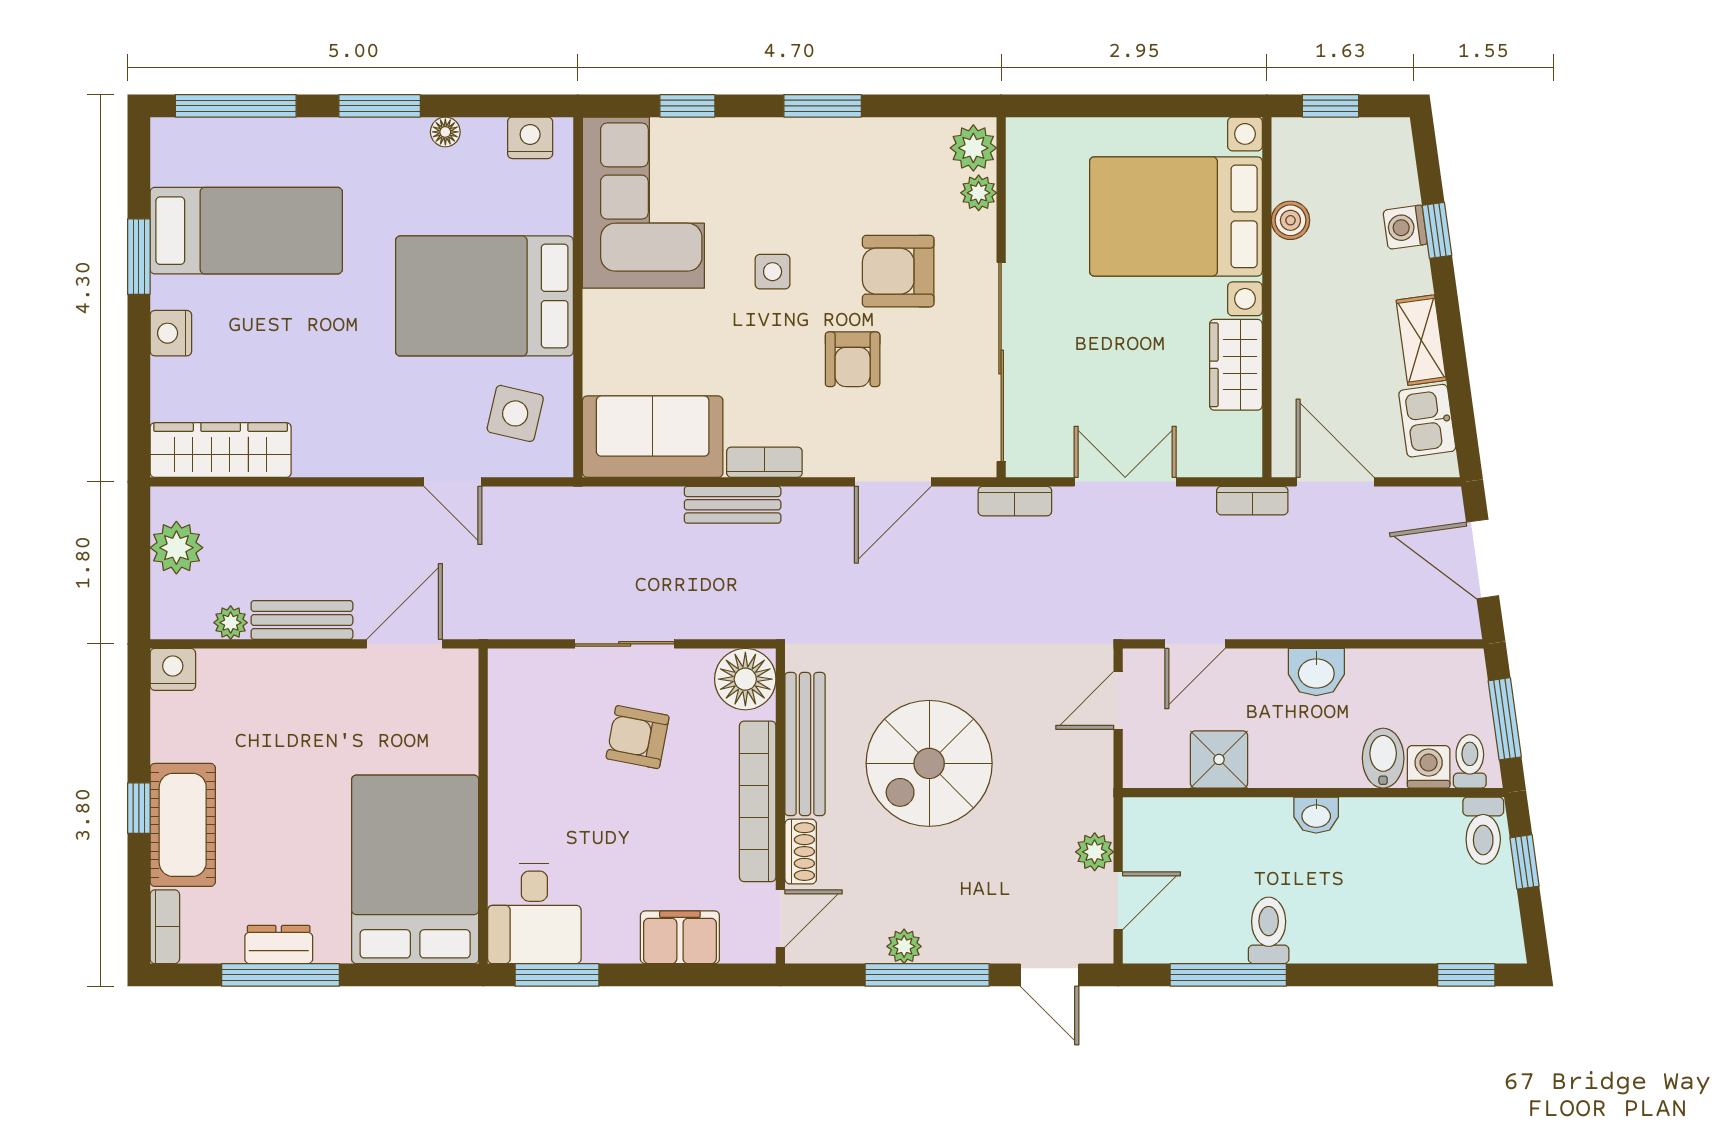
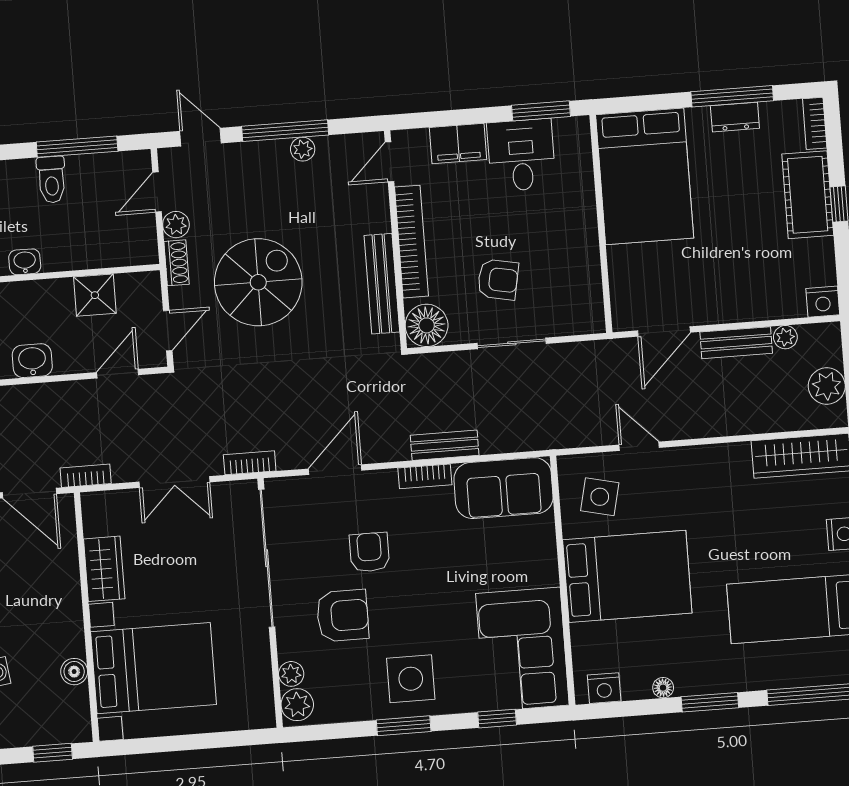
side table: (773, 272) -> (411, 679), moved, width x1.87, depth x1.87
spiral stairs: (929, 763) -> (258, 282), moved
shoe rack: (801, 852) -> (177, 263), moved, turned 180
desk: (534, 913) -> (521, 155), moved

